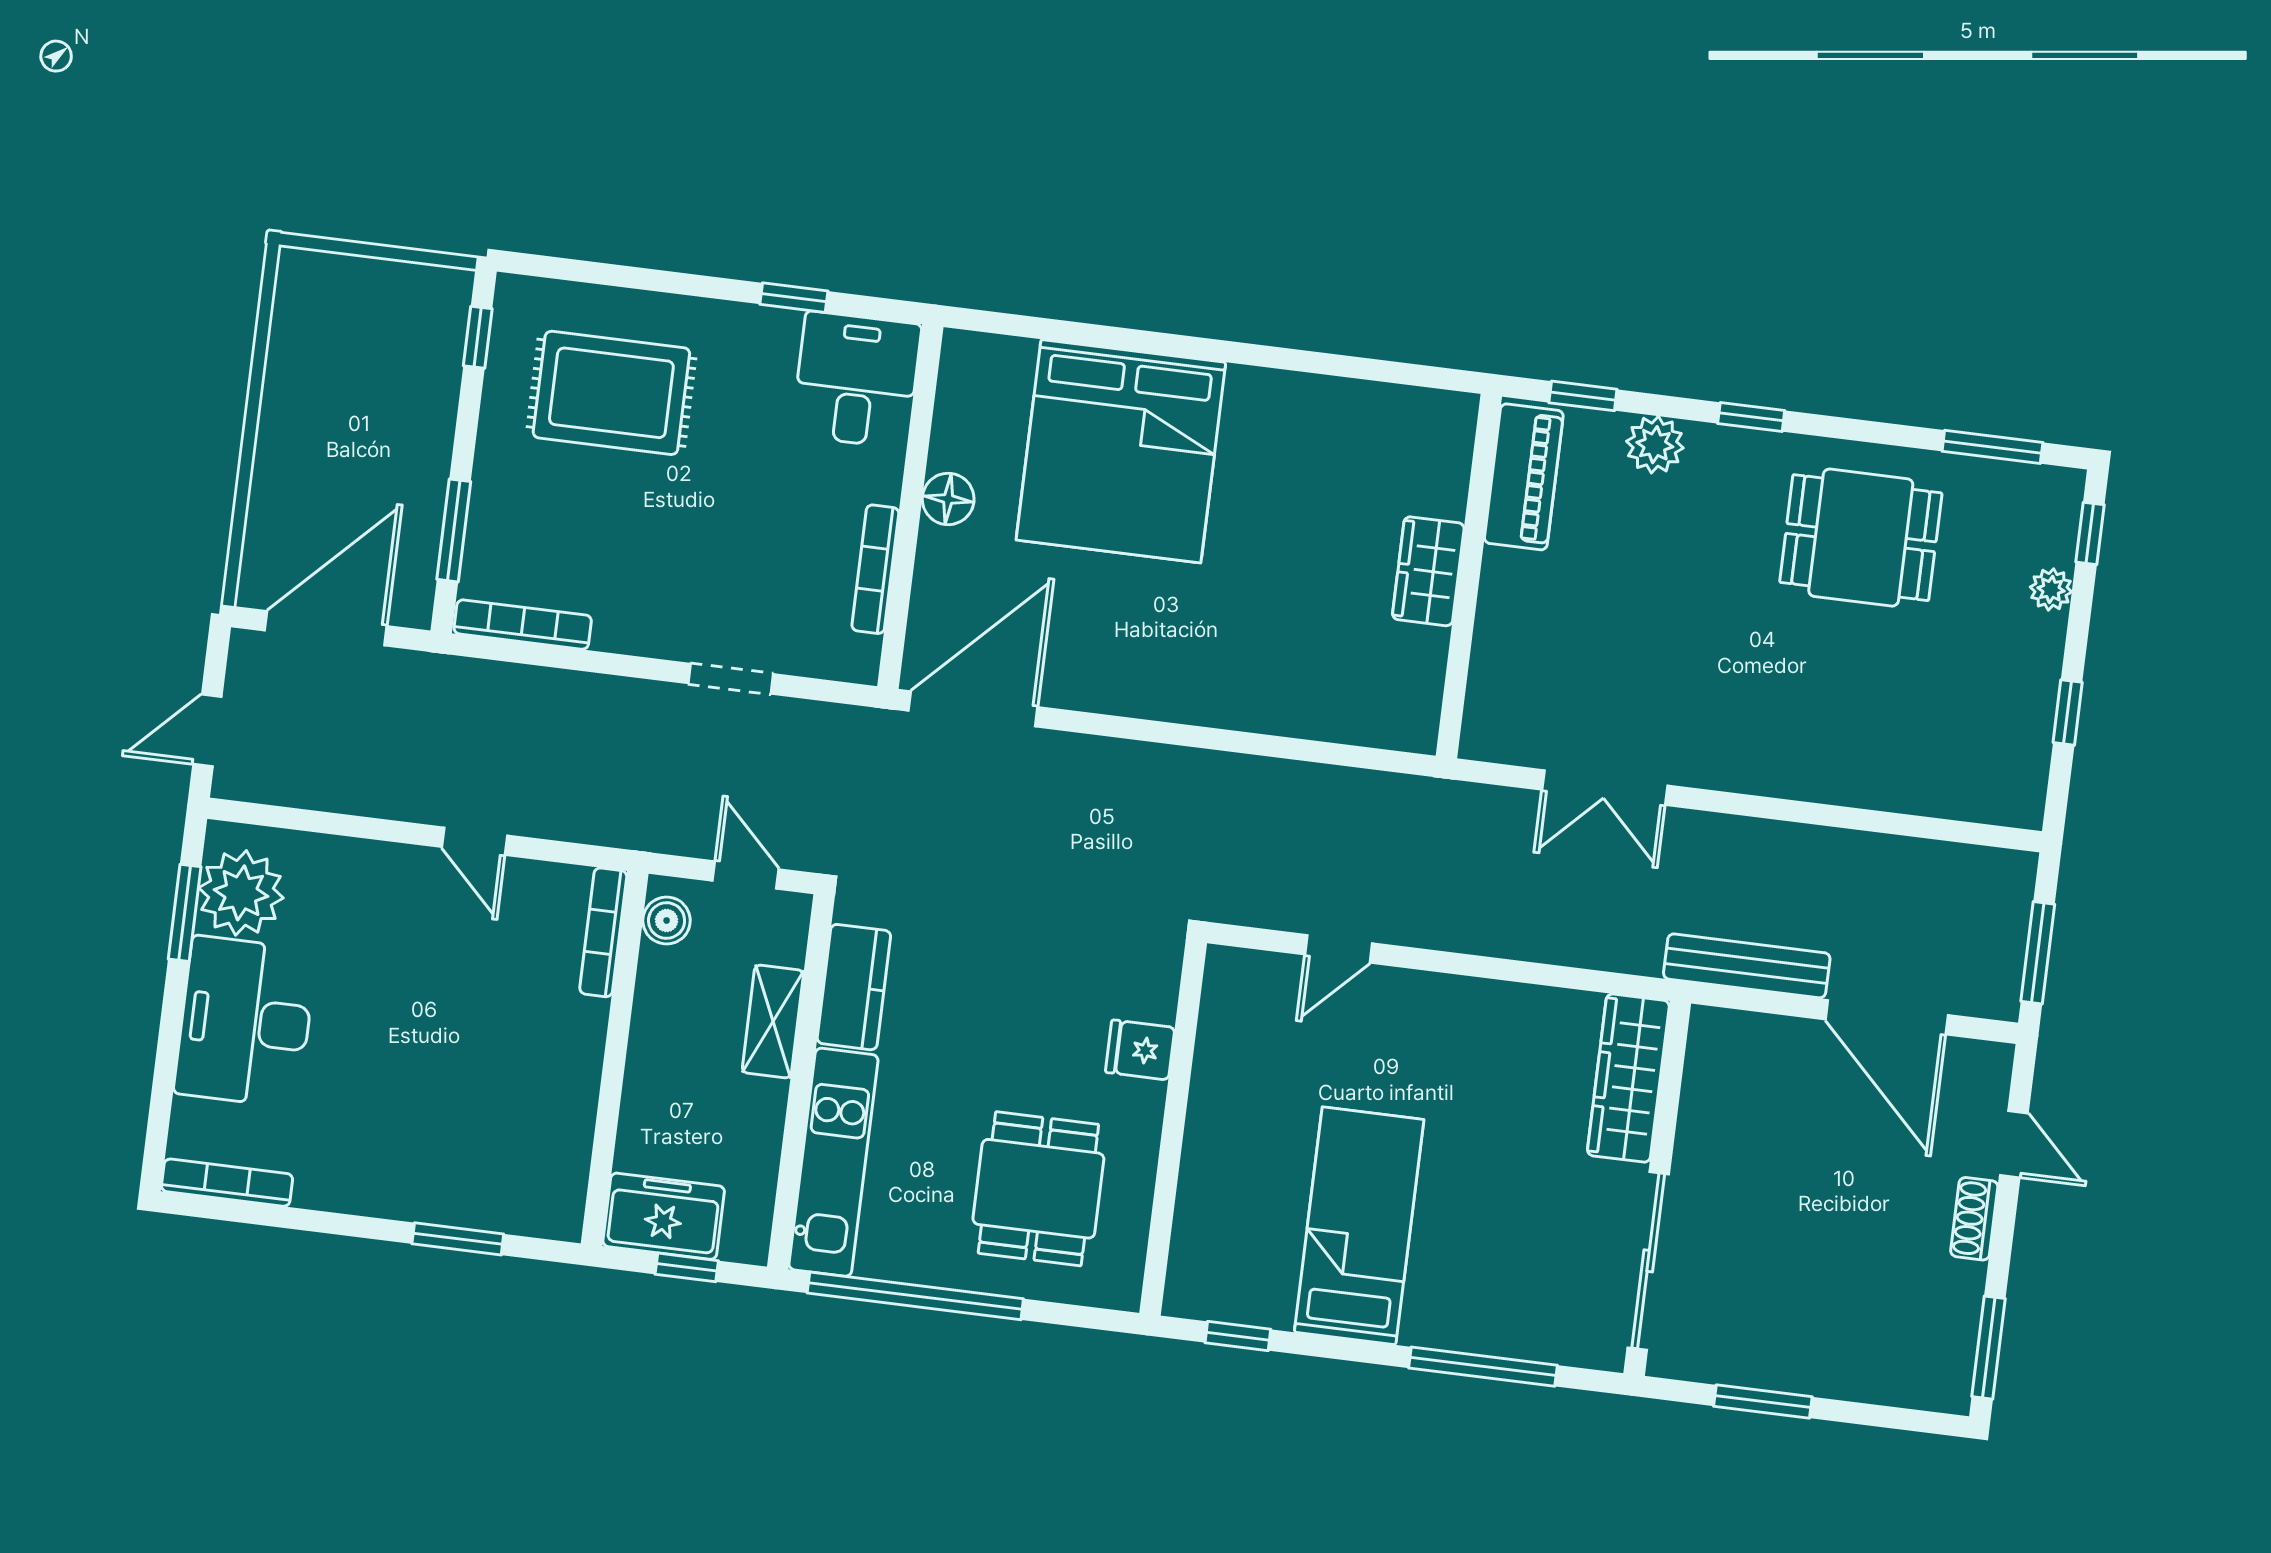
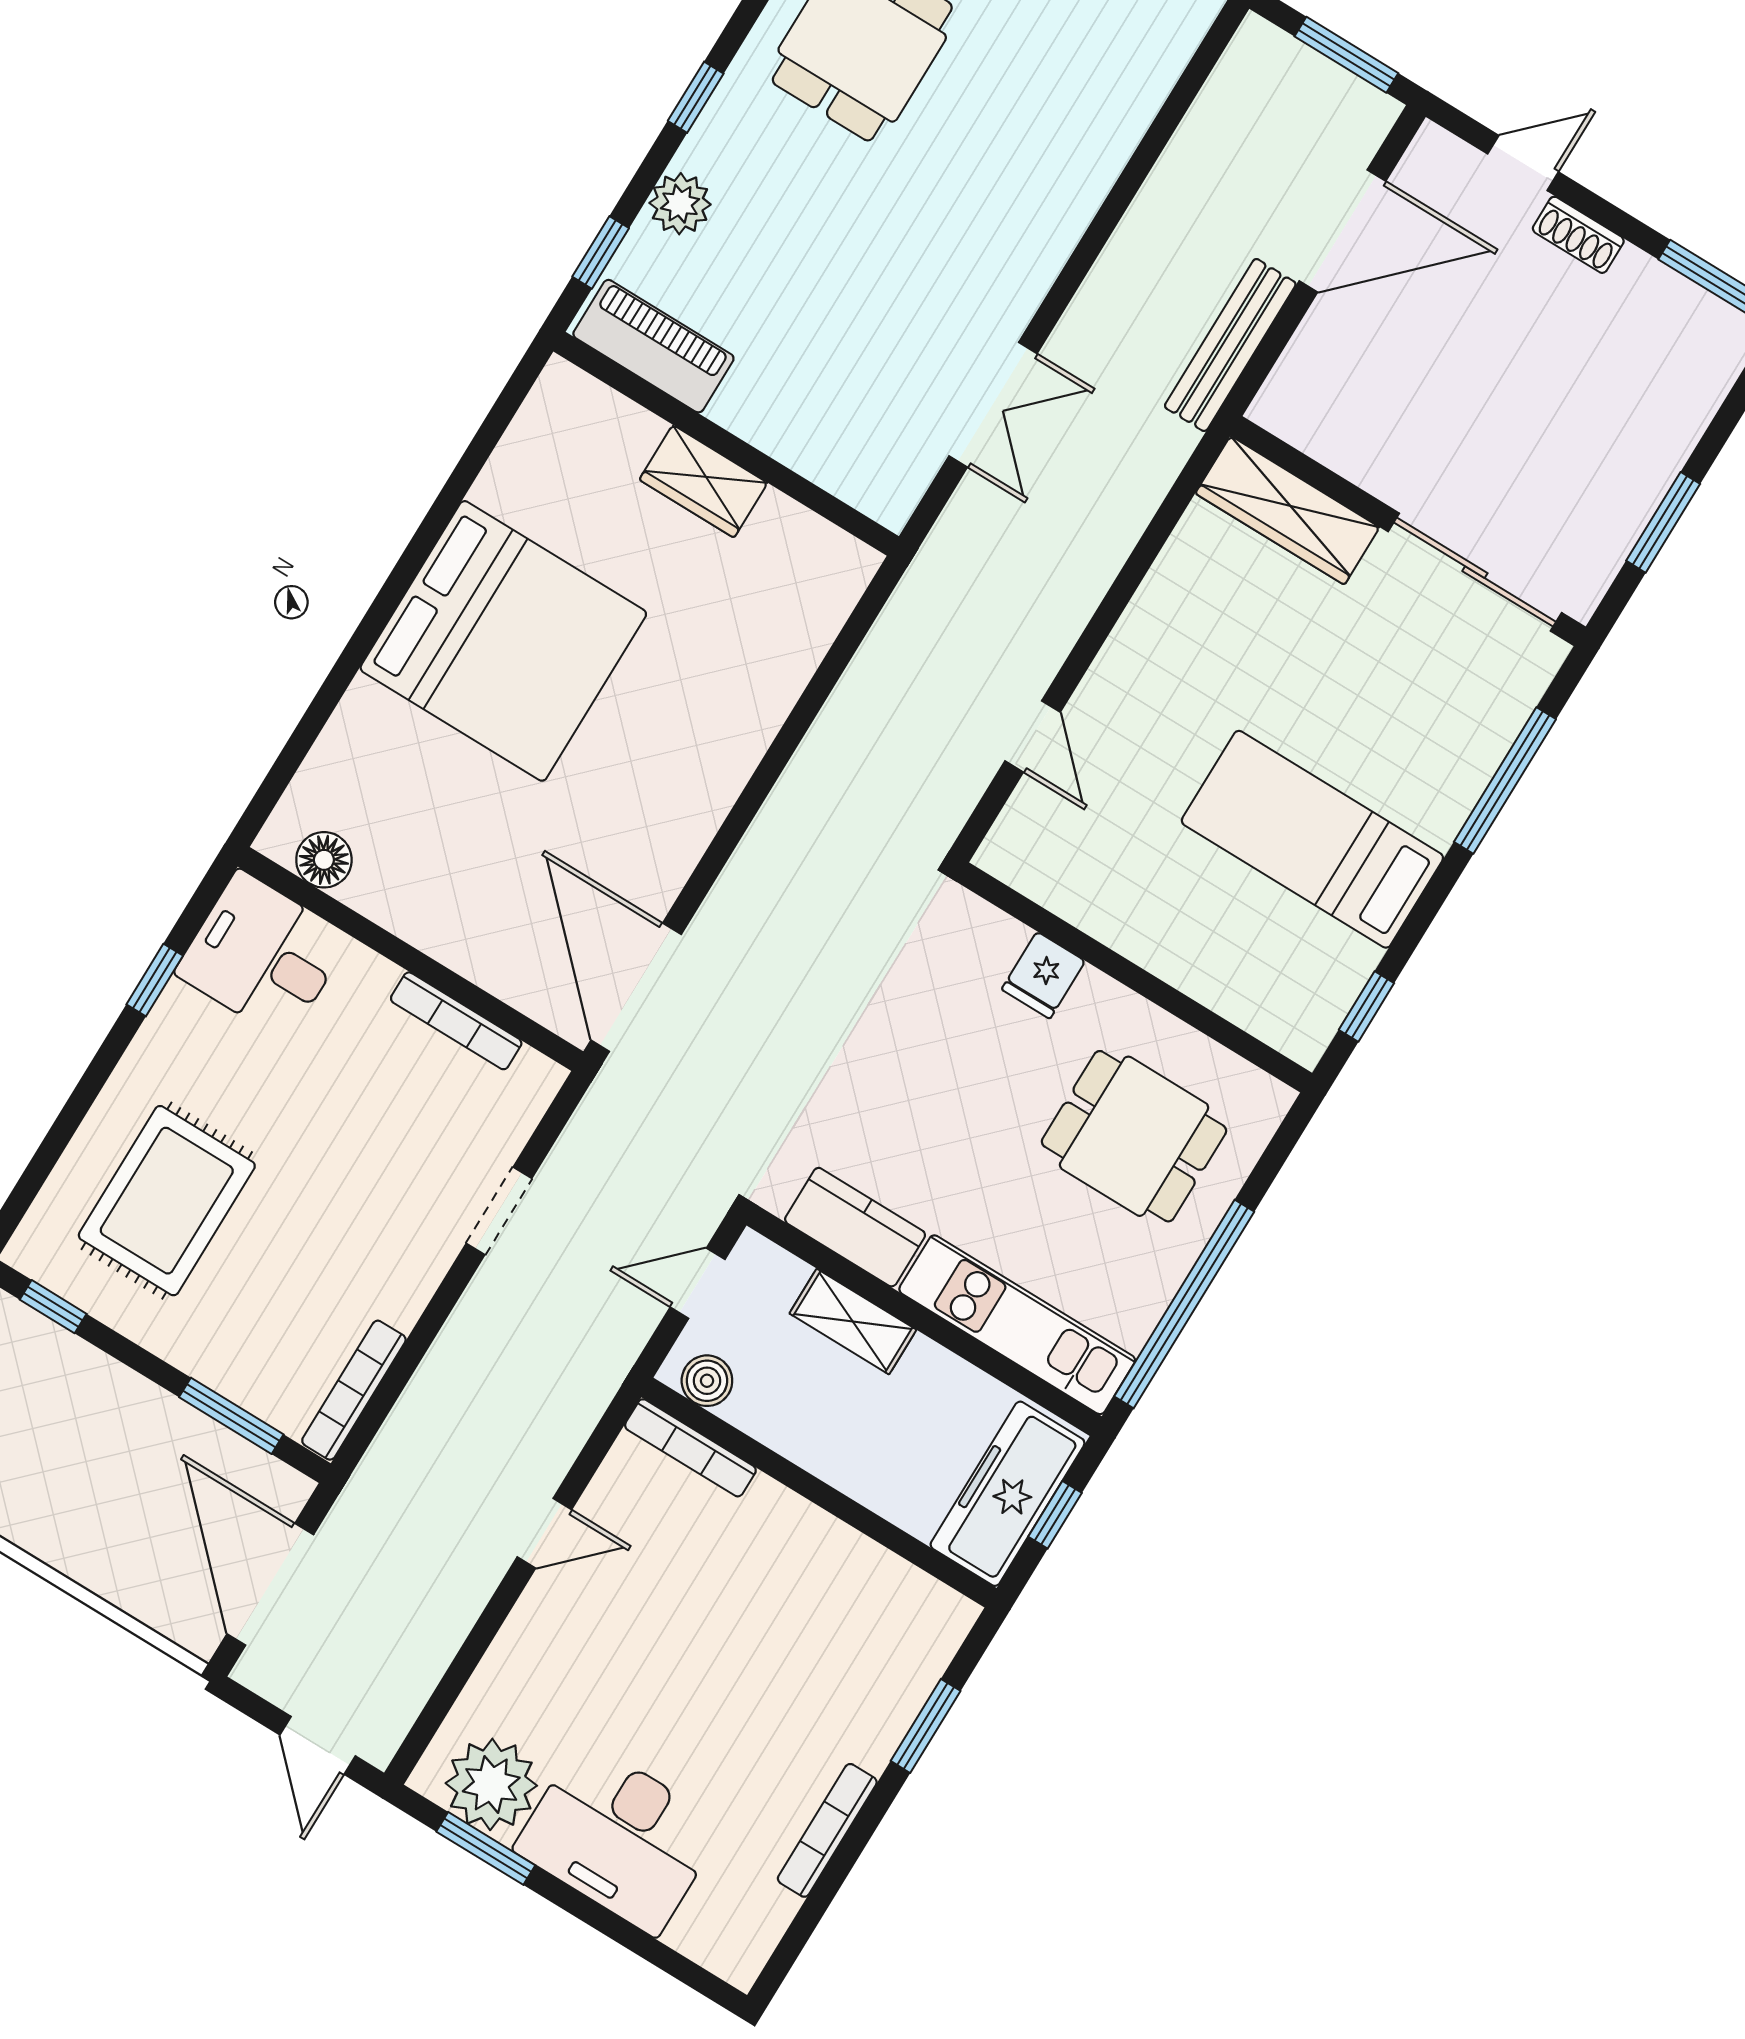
bed: (1121, 451) -> (503, 641), moved
floor lamp: (948, 499) -> (324, 860), moved
bookcase: (227, 1183) -> (827, 1830), moved
freezer: (664, 1216) -> (1008, 1494), width x1.40

